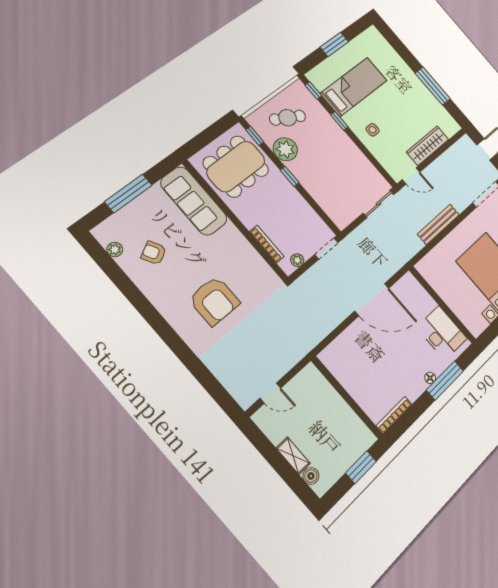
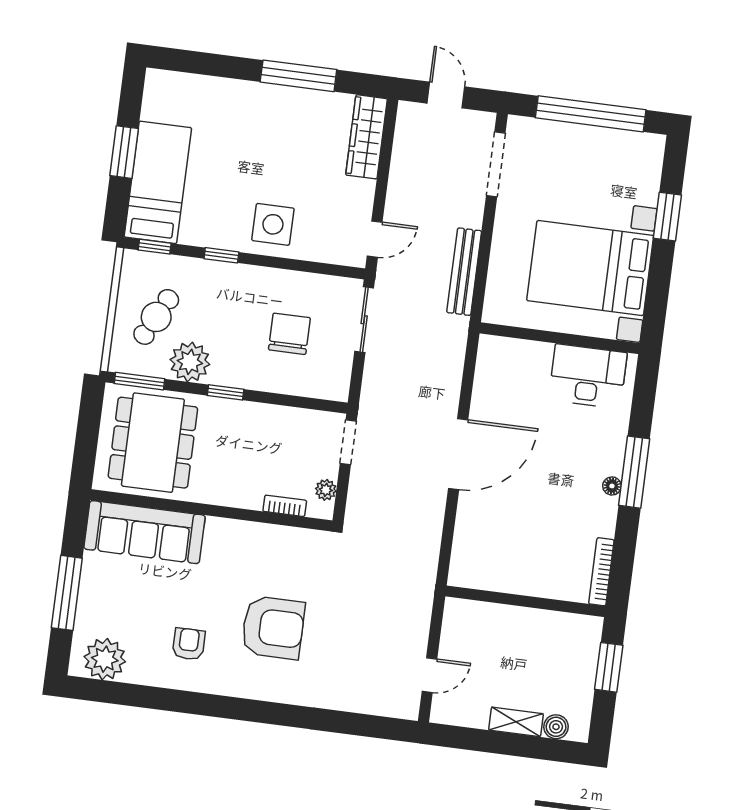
bed: (354, 87) -> (158, 182), moved
side table: (373, 130) -> (273, 224), width x1.87, depth x1.87
window: (255, 136) -> (139, 381), width x1.50
wardrobe: (428, 146) -> (366, 137), moved
chair: (340, 179) -> (289, 334), added
bookcase: (267, 244) -> (285, 506), width x0.64
plant: (115, 250) -> (105, 659), width x1.88, depth x1.88
armchair: (154, 253) -> (189, 644), moved, turned 119
wall: (442, 305) -> (560, 338), moved
desk: (442, 333) -> (588, 376), moved

